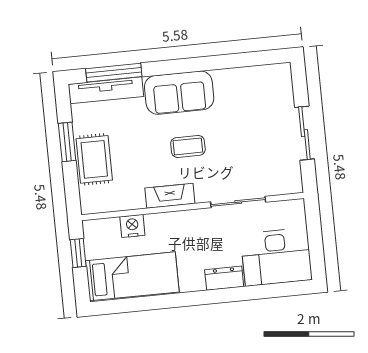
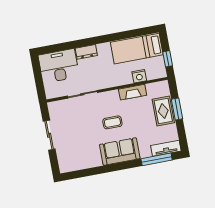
tv unit: (106, 90) -> (166, 148), width x0.71
window: (67, 142) -> (177, 109), moved
fireplace: (170, 196) -> (133, 92), moved

